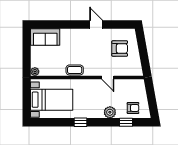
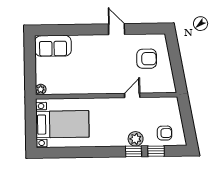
coffee table: (75, 70) -> (91, 87), removed
door: (108, 78) -> (132, 95), swing flipped
window: (81, 122) -> (134, 151), moved

